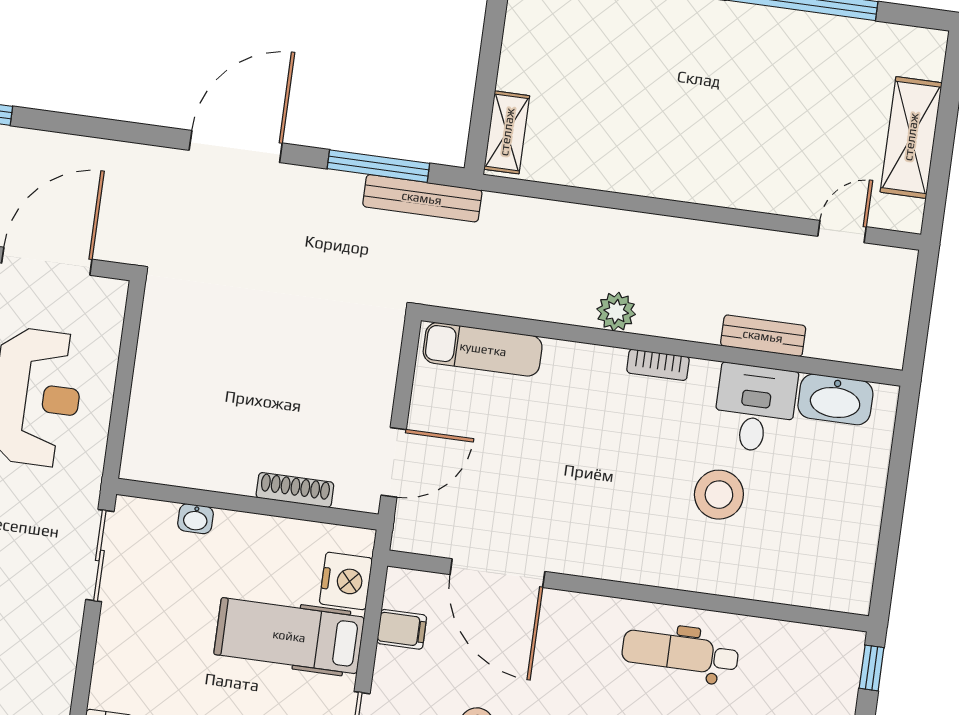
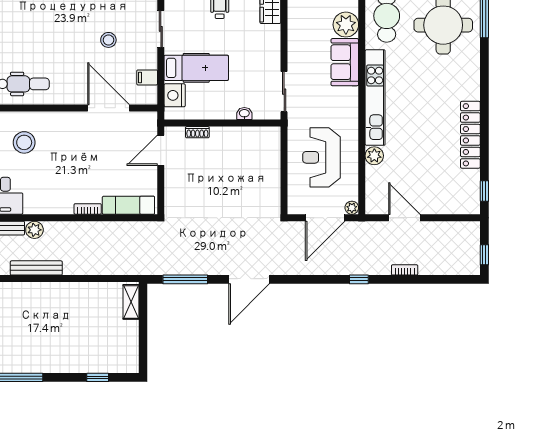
bench: (422, 198) -> (36, 268), moved
plant: (616, 312) -> (34, 230), moved
bookcase: (658, 365) -> (88, 209), moved
shoe rack: (295, 490) -> (197, 132), width x0.70
stool: (719, 495) -> (24, 142), moved

